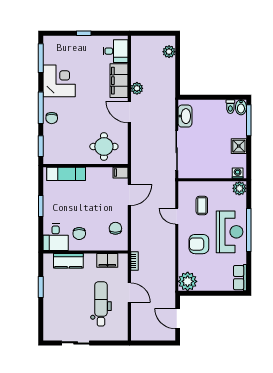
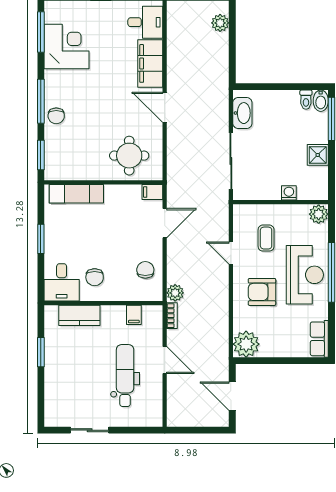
corner desk: (59, 81) -> (67, 46), moved
plant: (137, 88) -> (175, 293), moved
washing machine: (238, 173) -> (289, 193), moved
filing cabinet: (107, 260) -> (134, 315), width x0.50

